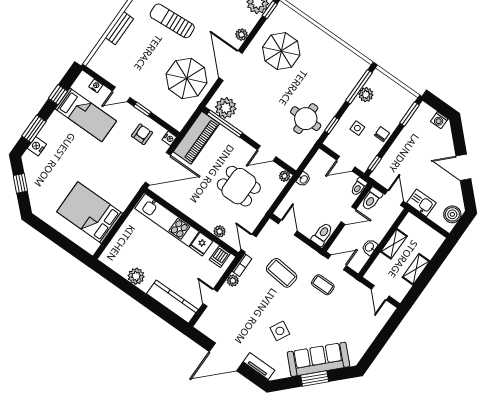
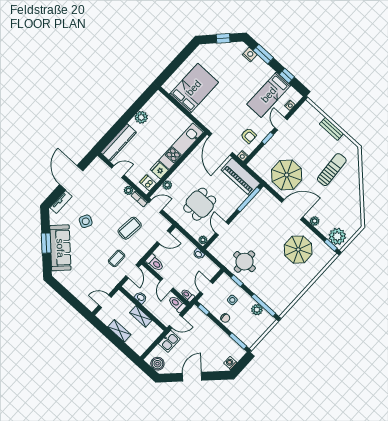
plant: (226, 108) -> (260, 202), removed

